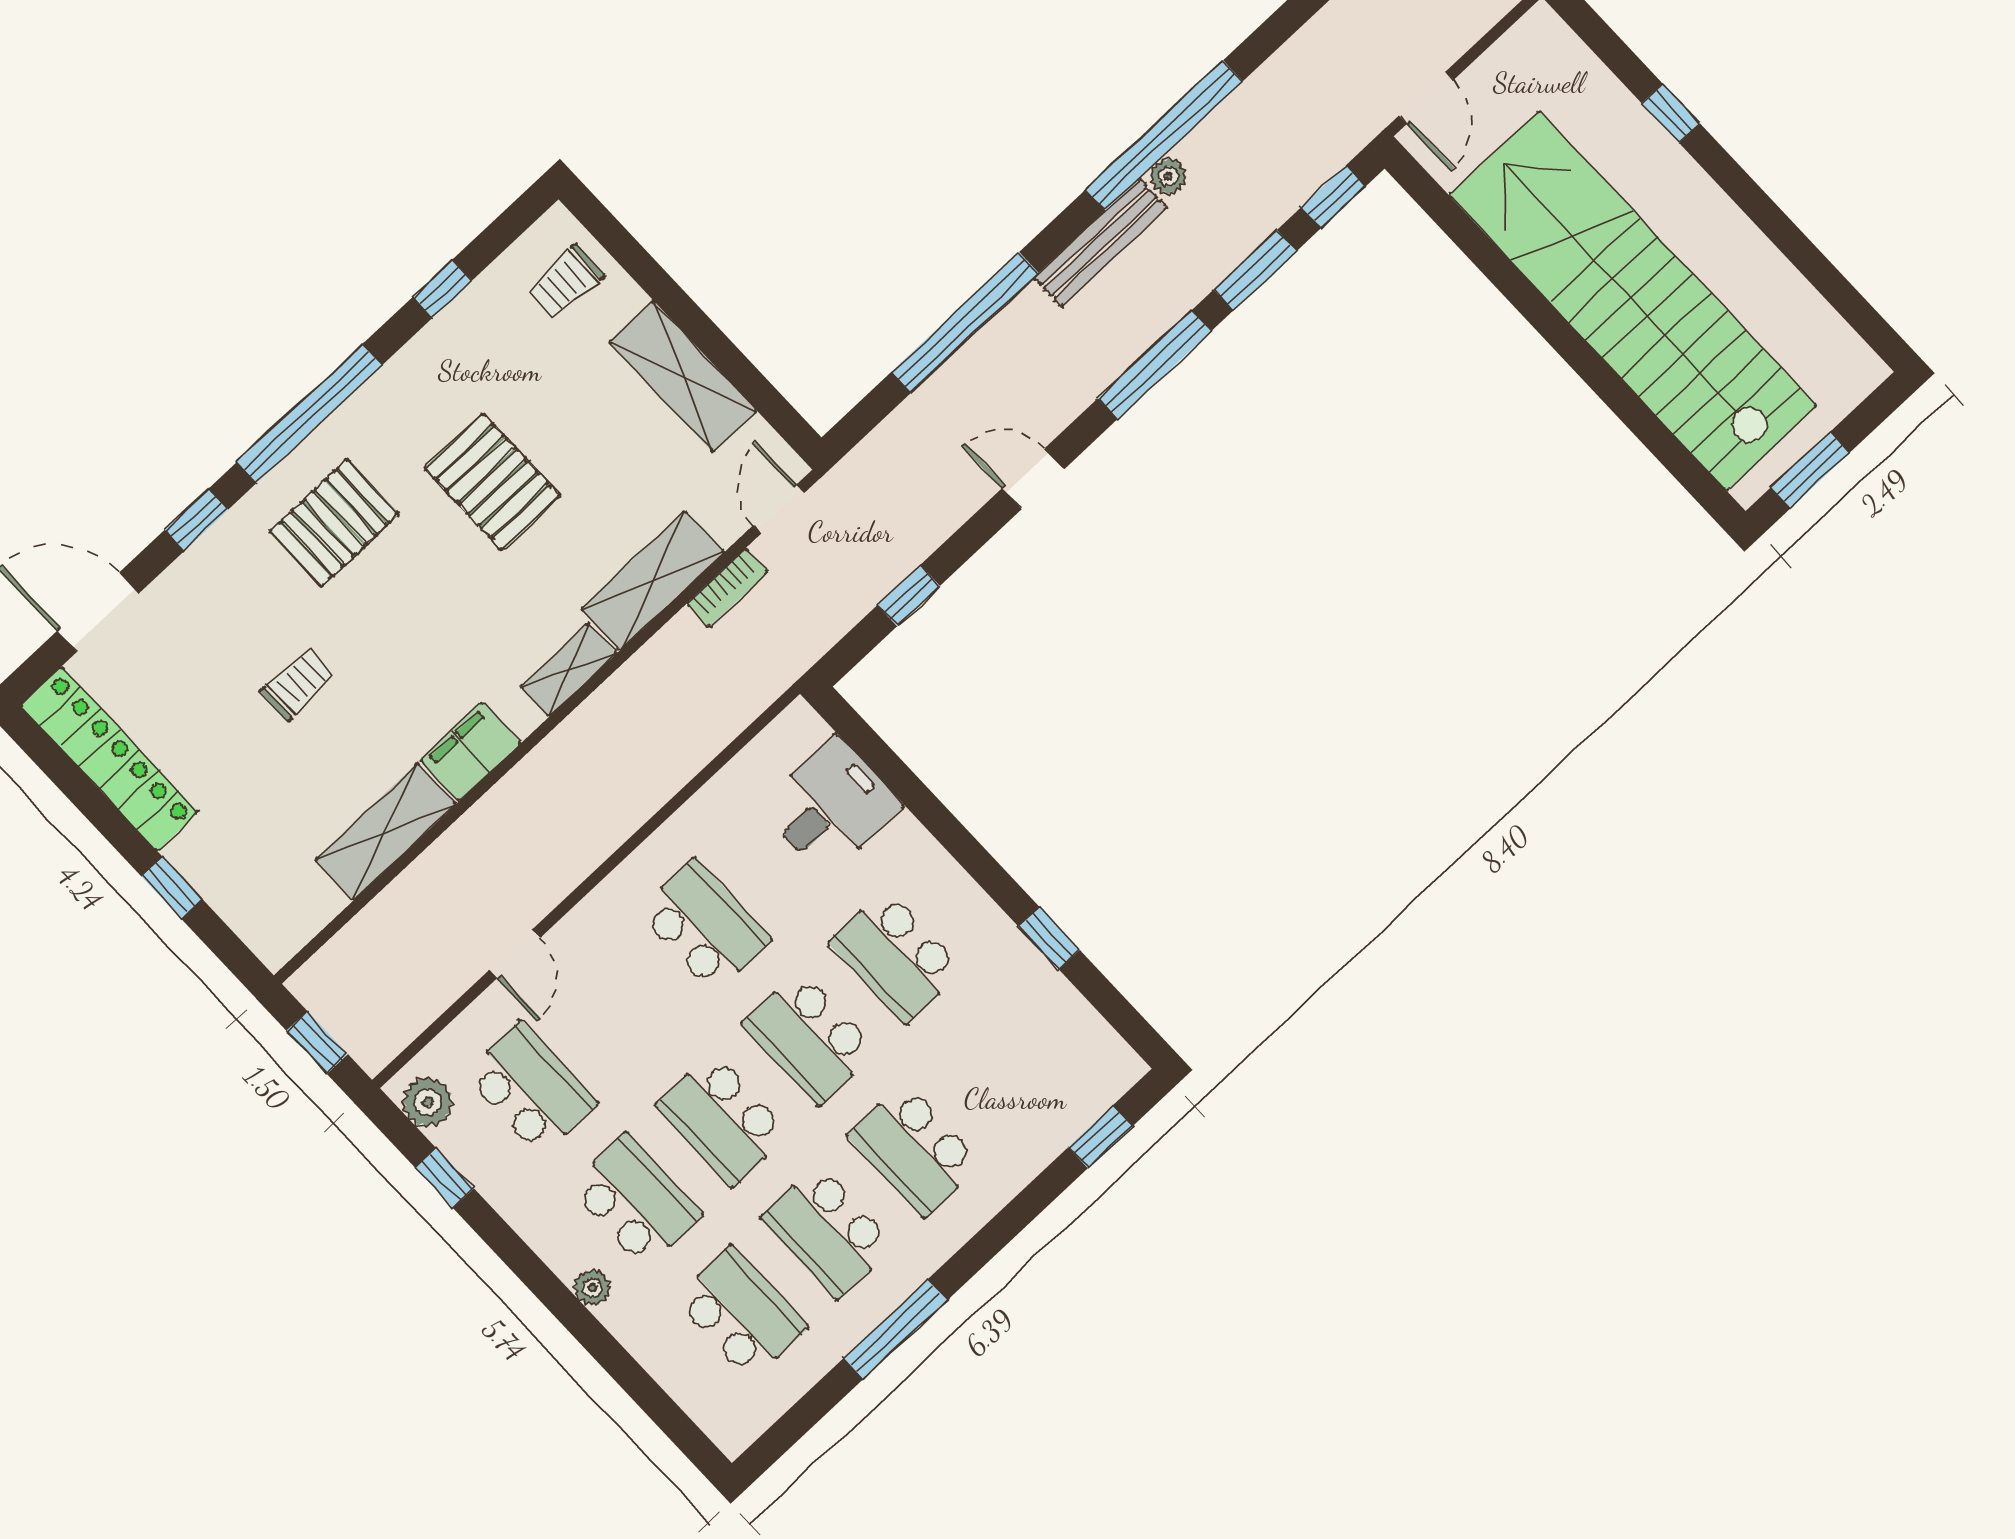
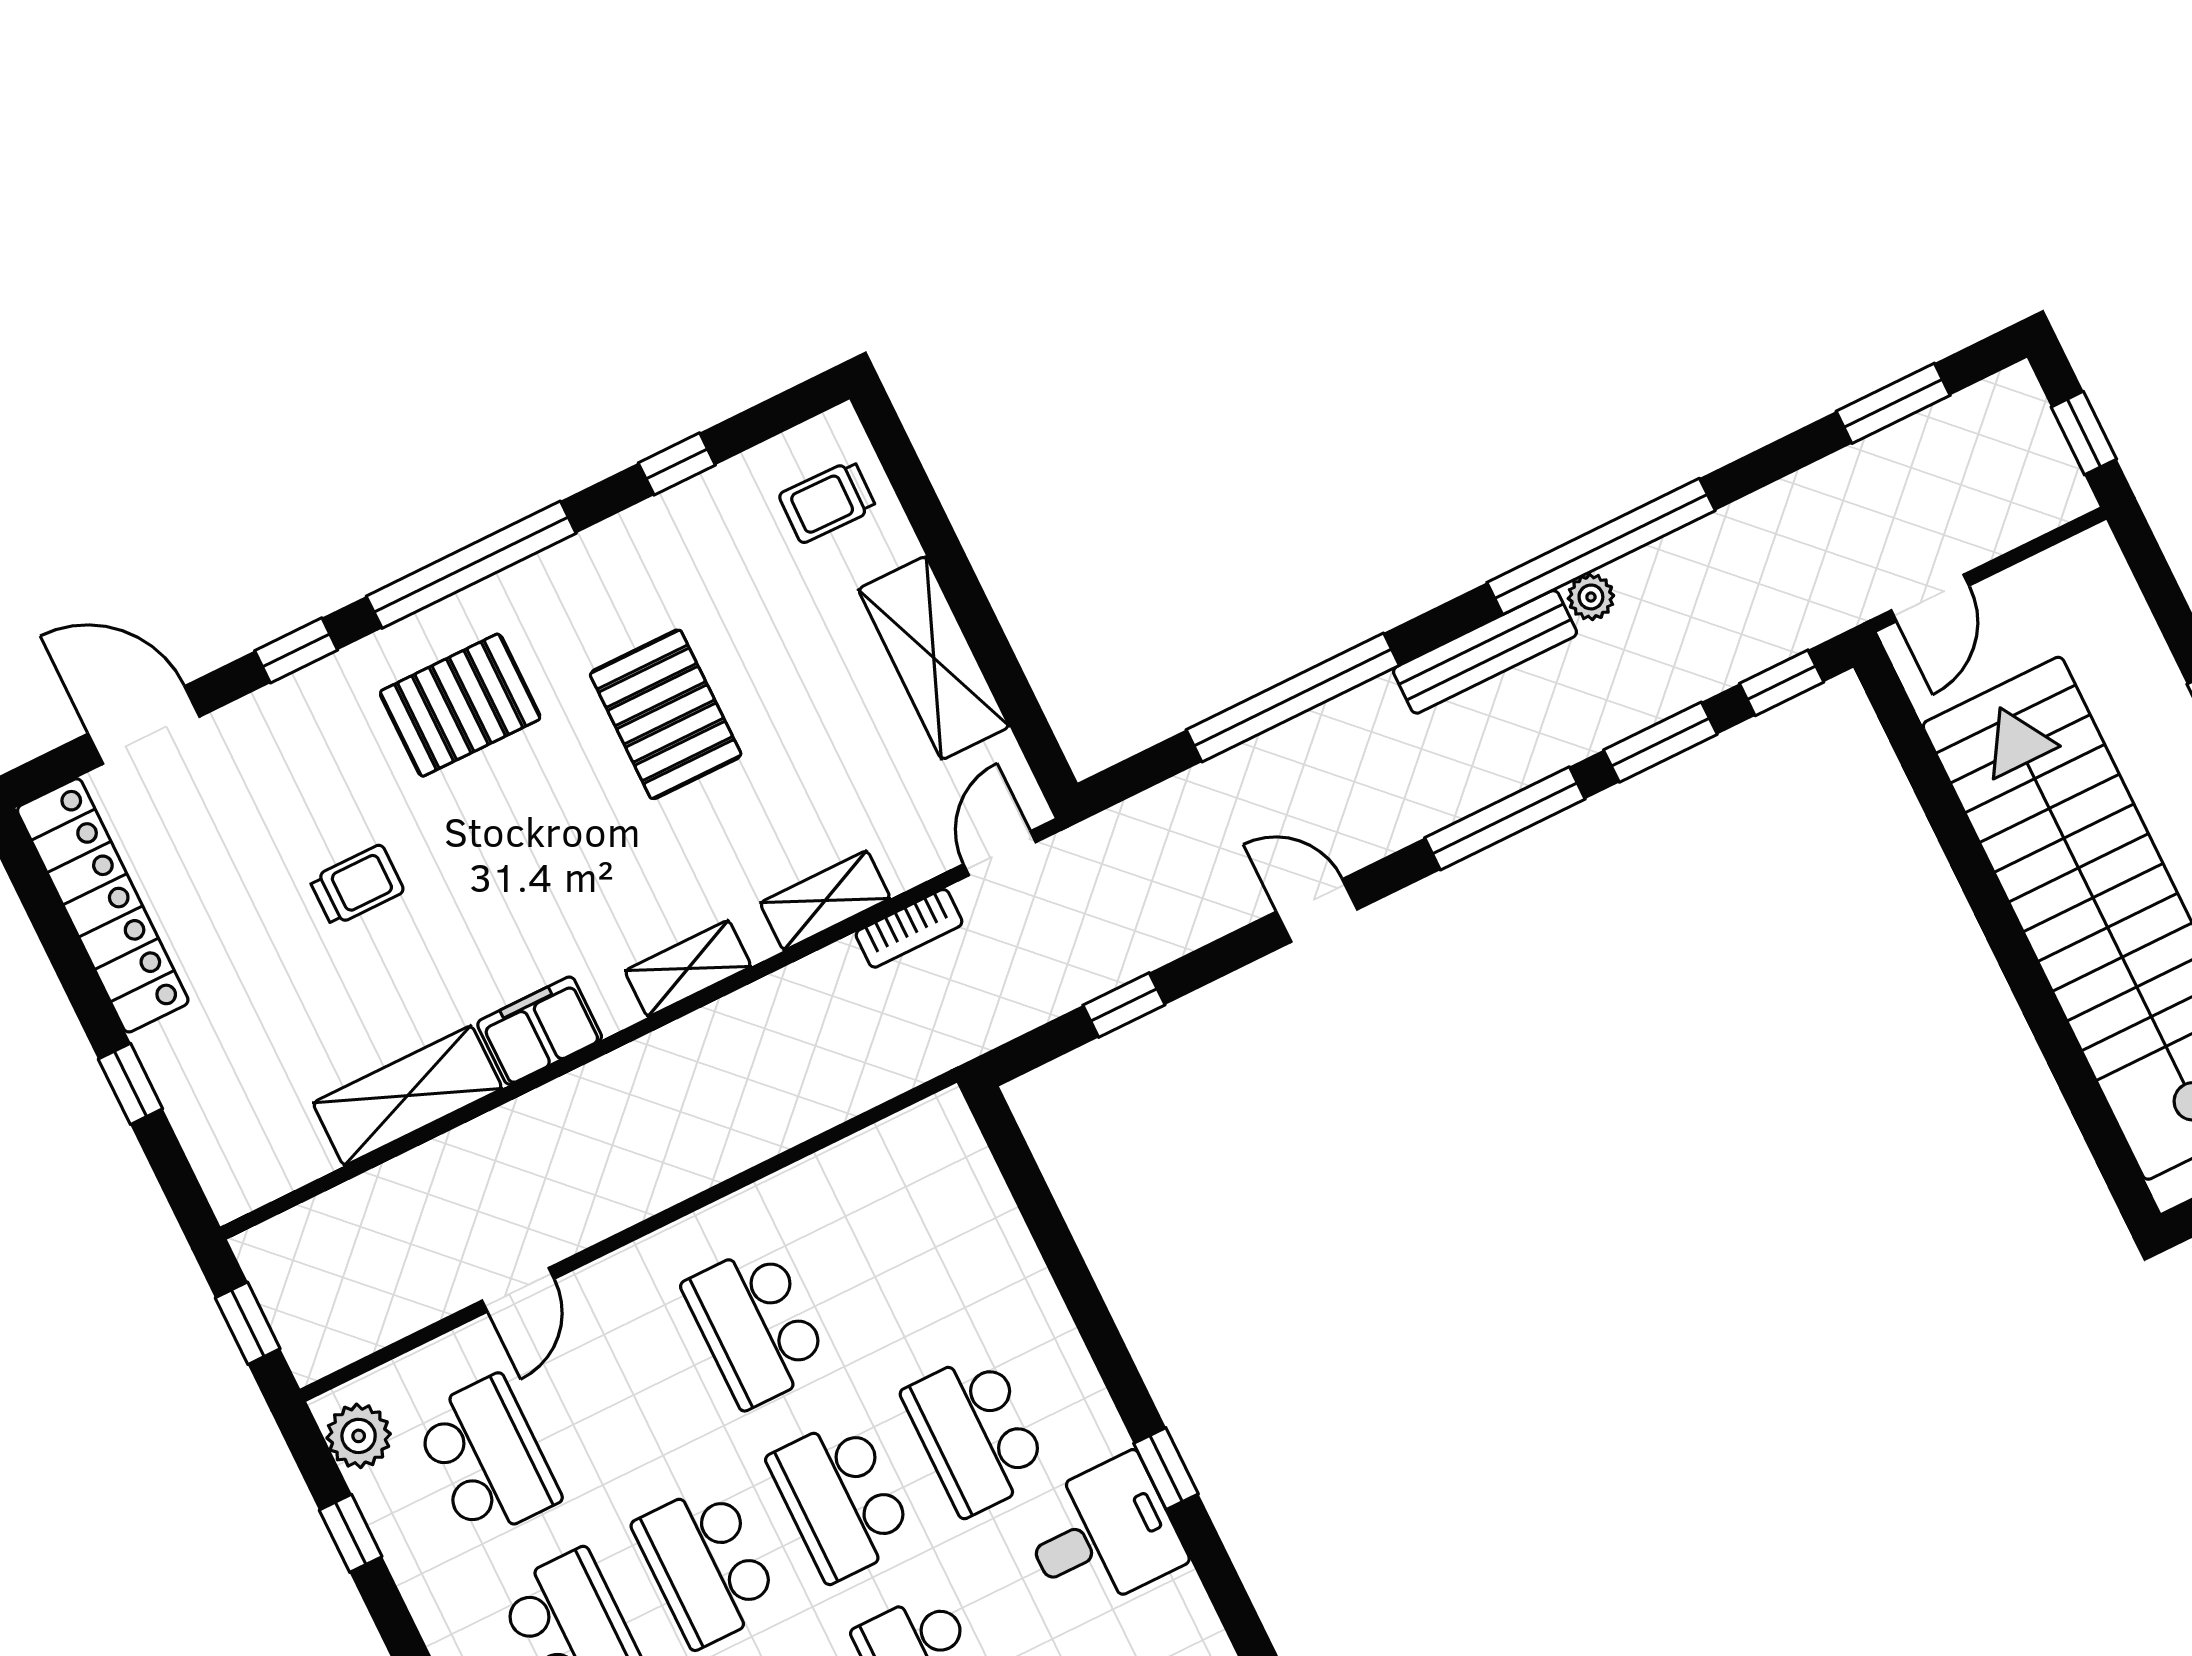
shelving: (652, 581) -> (825, 900), width x0.67, depth x0.75
desk: (831, 806) -> (1102, 1535), moved
school desk: (704, 926) -> (756, 1326), turned 180

